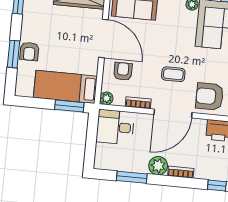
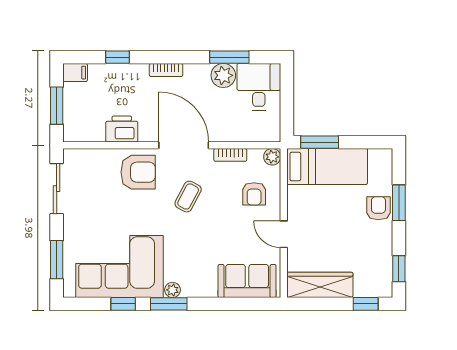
door: (103, 38) -> (284, 234), width x0.53
coffee table: (173, 74) -> (188, 197), turned -62
door: (173, 114) -> (184, 145), hinge flipped
desk: (115, 127) -> (259, 87), moved, turned -90
plant: (158, 166) -> (223, 75), moved

